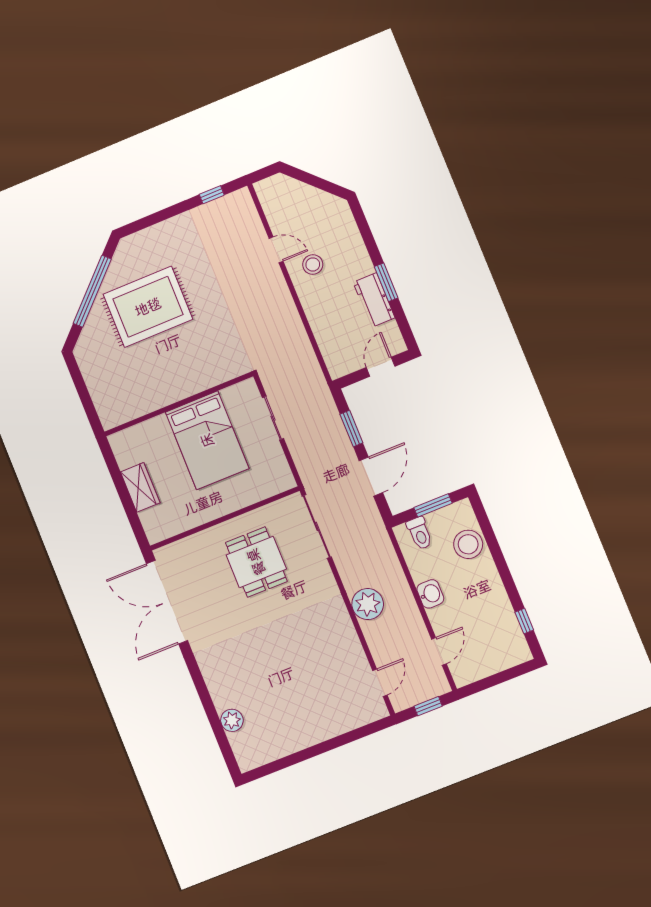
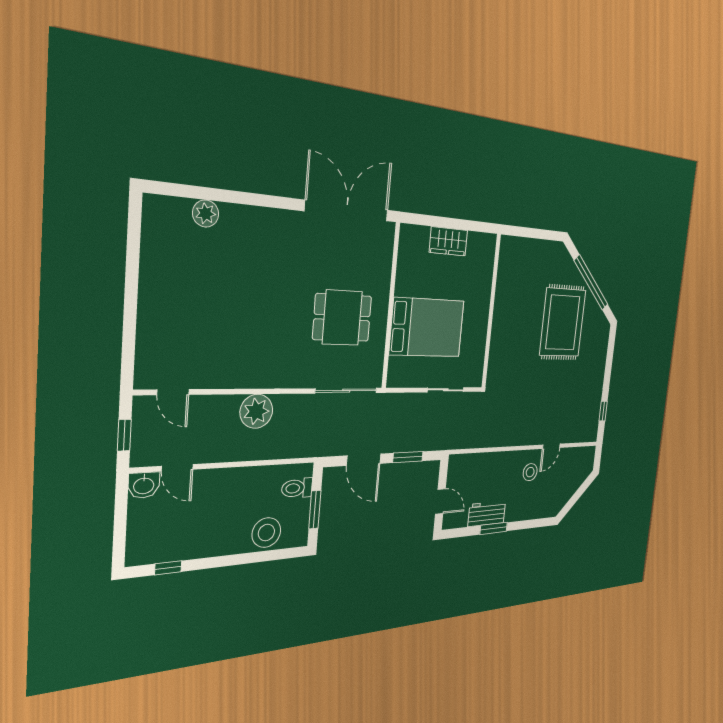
bed: (207, 440) -> (427, 328), moved, turned 180
washbasin: (430, 594) -> (144, 485), moved

